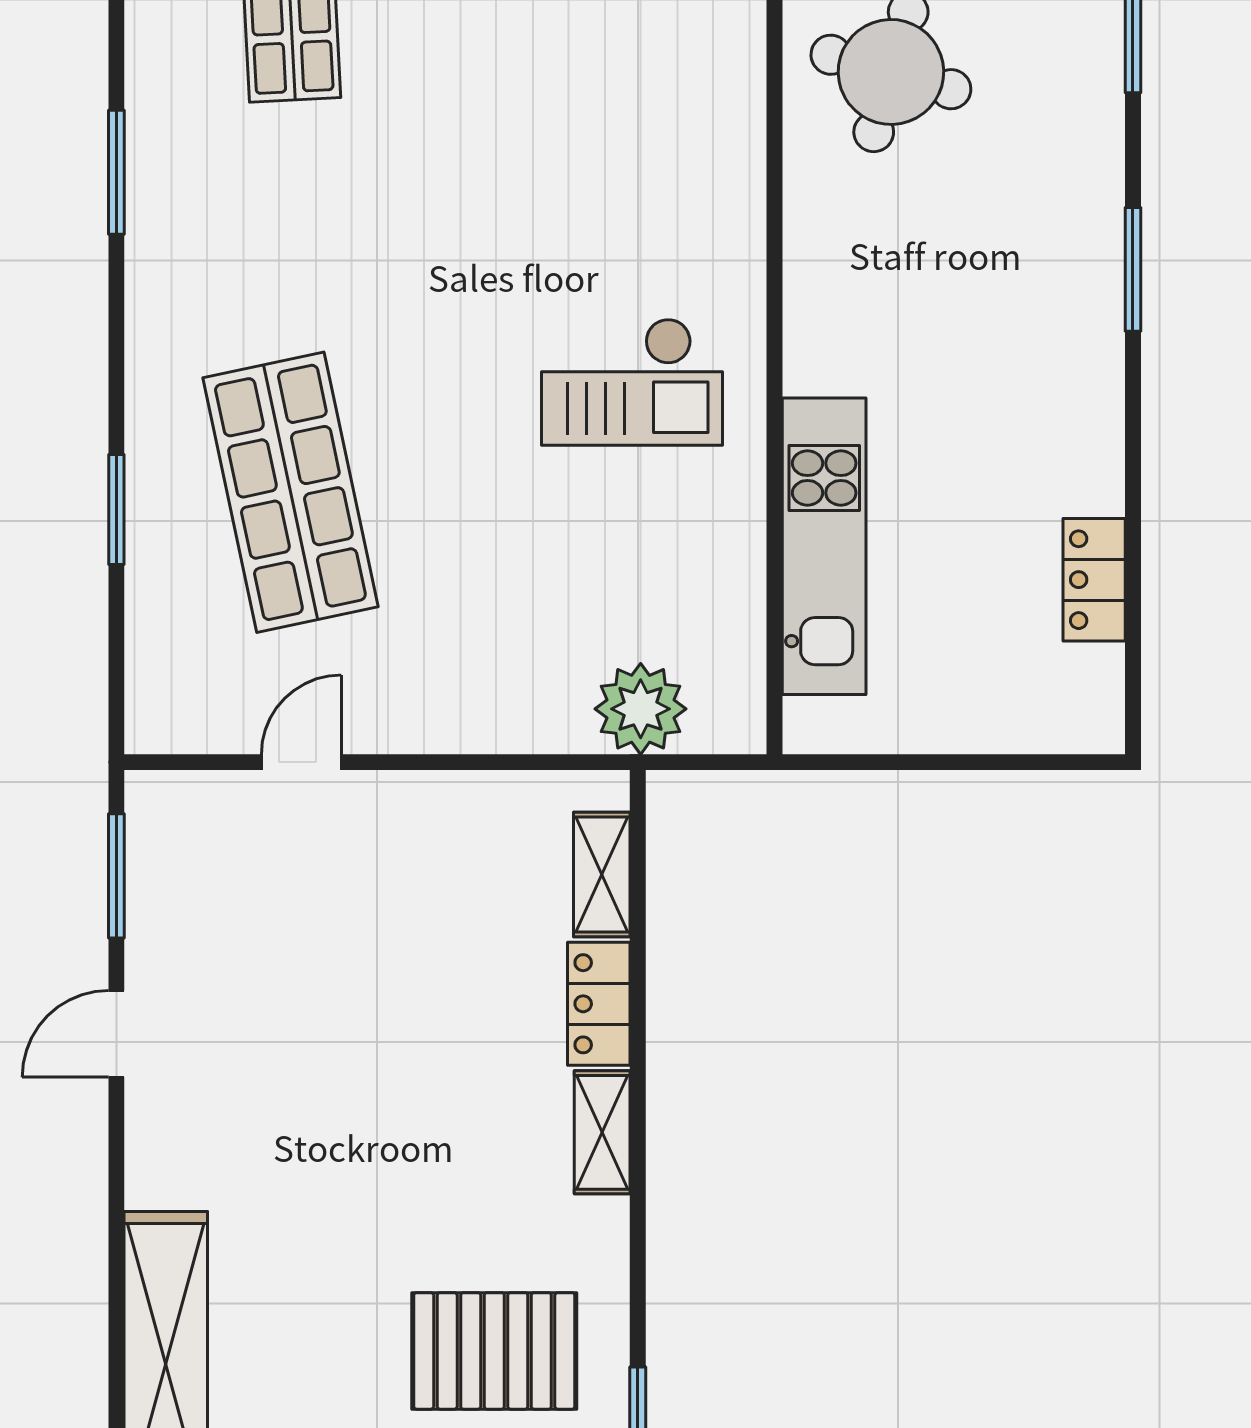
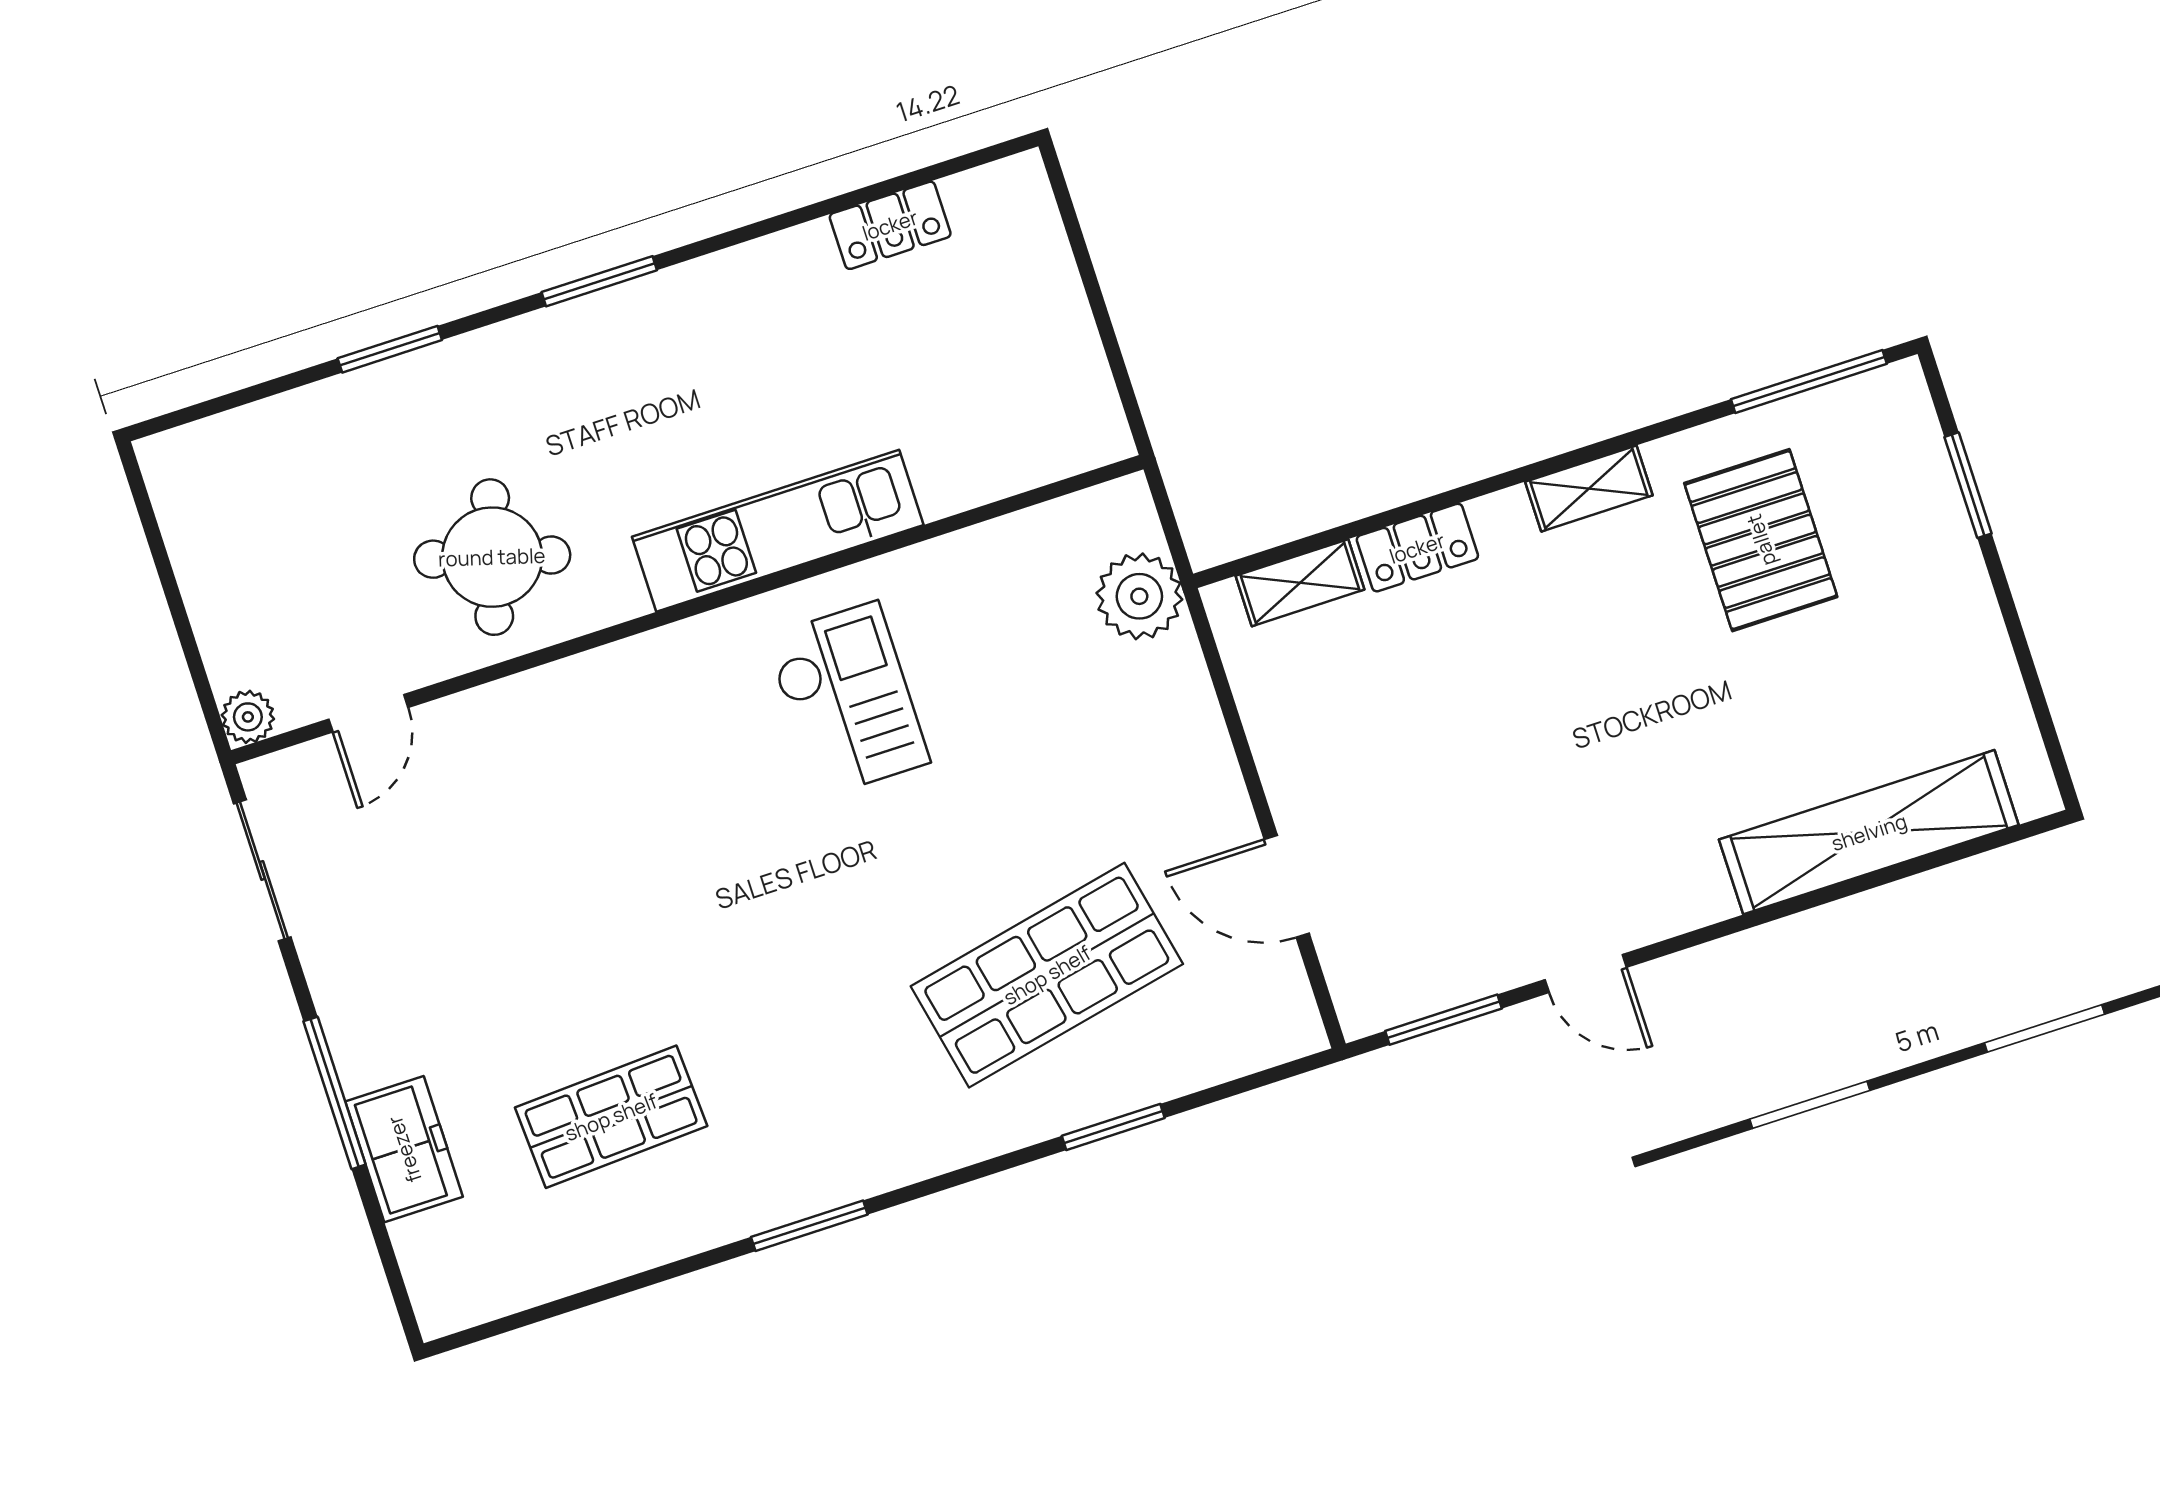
kitchen unit: (824, 546) -> (778, 531), moved
door: (301, 762) -> (1287, 886), width x1.38
shelving: (602, 1132) -> (1589, 488), moved

